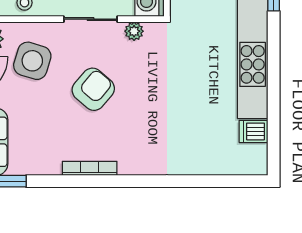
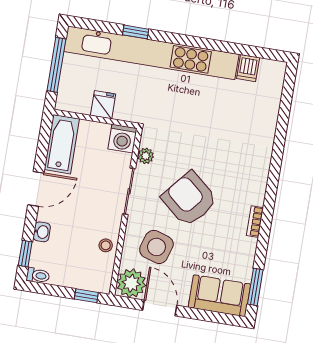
armchair: (93, 89) -> (189, 199), width x1.36, depth x1.36
bookcase: (90, 168) -> (255, 222), width x0.64

